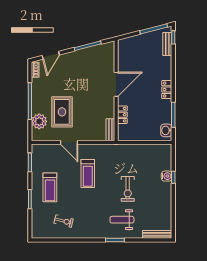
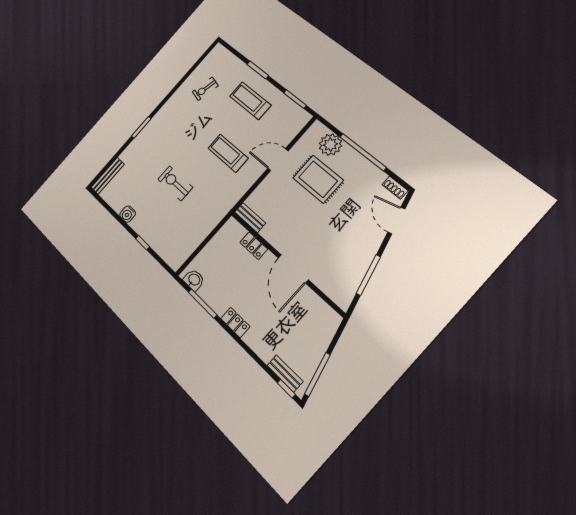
water cooler: (167, 176) -> (128, 214), moved
weight bench: (122, 220) -> (153, 151), removed

